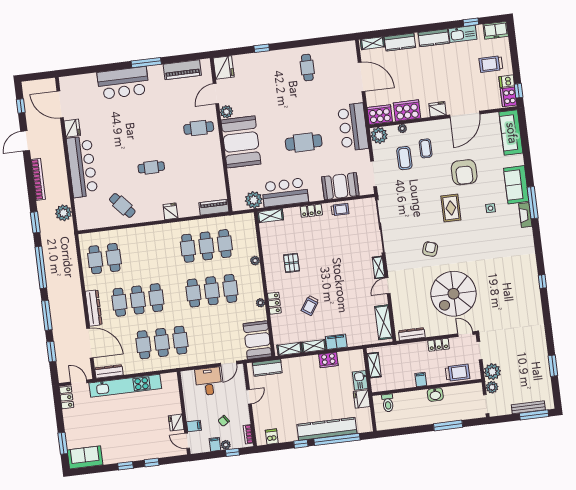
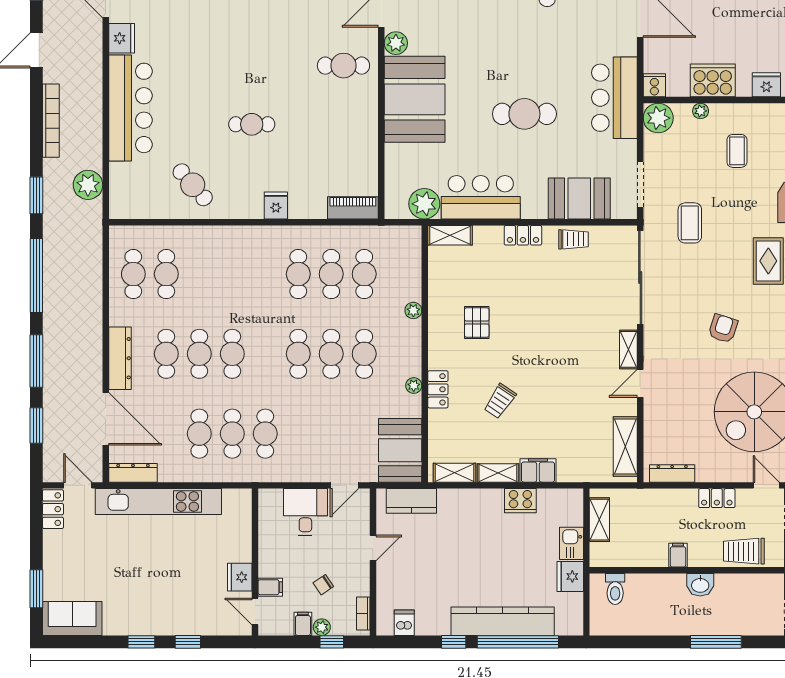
cooker: (380, 115) -> (654, 85), width x0.53, depth x0.76
coffee table: (404, 158) -> (690, 223), moved
trolley: (458, 373) -> (744, 551), turned 180

